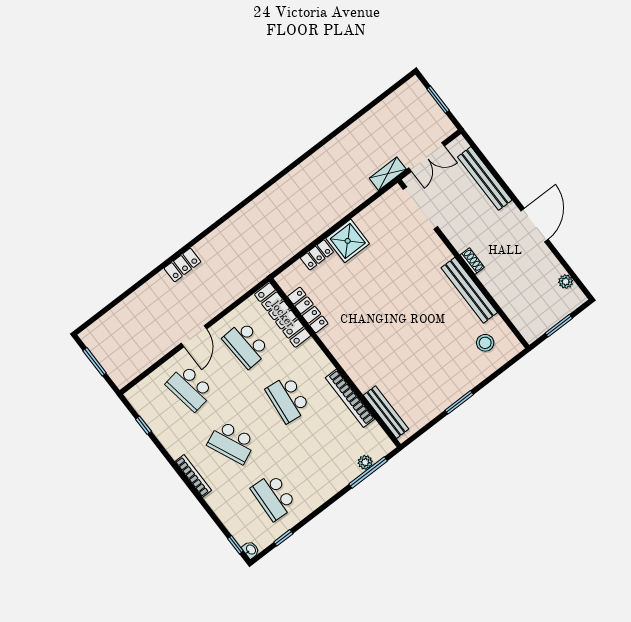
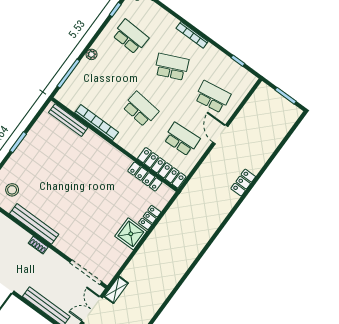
plant: (365, 462) -> (91, 54), moved

